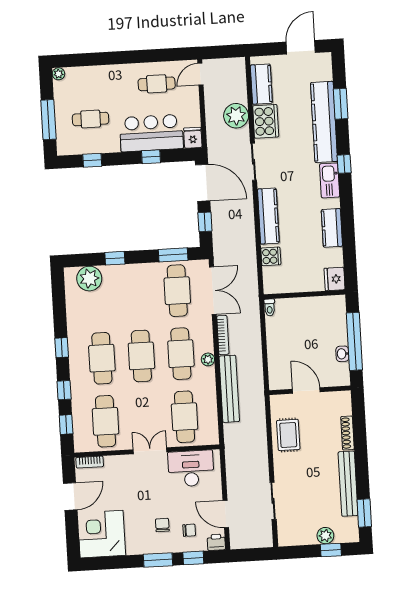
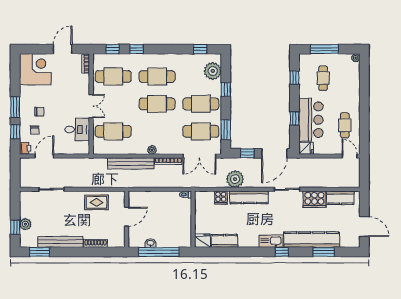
plant: (236, 116) -> (235, 179), moved
kitchen counter: (332, 228) -> (225, 241), moved
window: (62, 348) -> (200, 49), moved
cafe table: (181, 354) -> (201, 104), moved
desk: (191, 468) -> (77, 129), width x0.73
door: (70, 496) -> (63, 49), swing flipped

